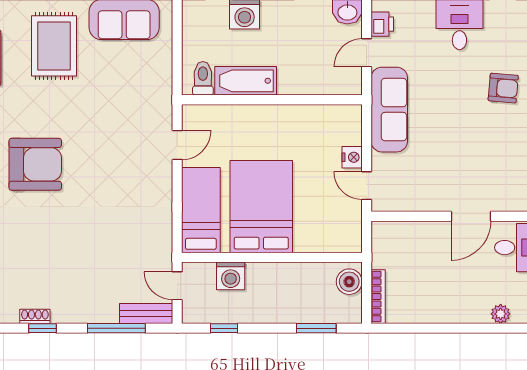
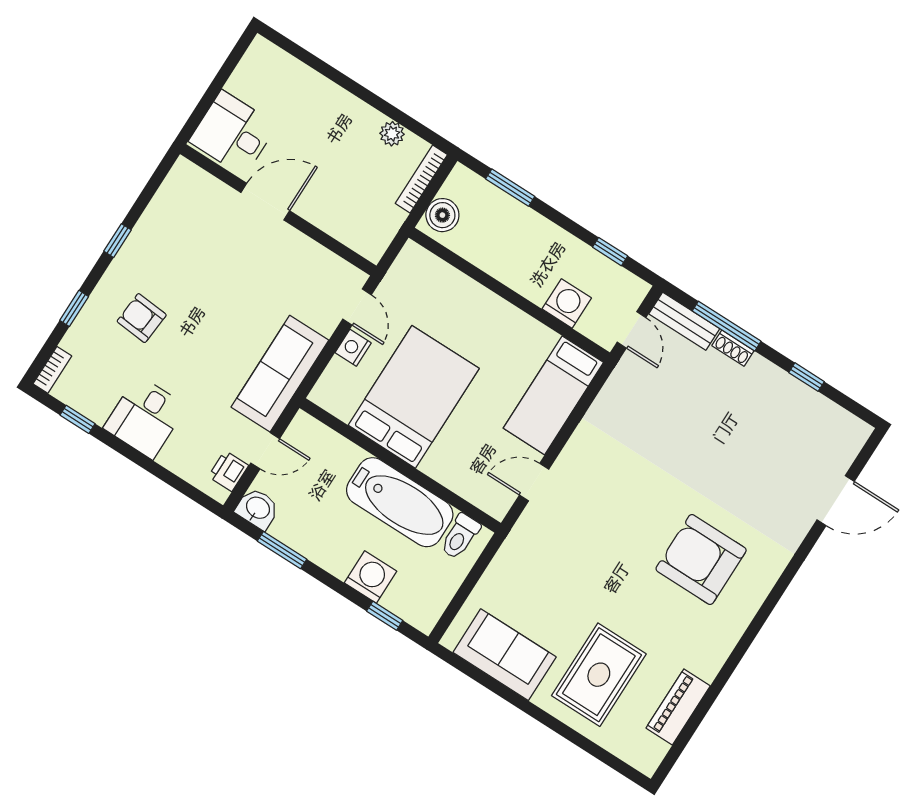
bathtub: (246, 81) -> (400, 502), width x1.36, depth x1.36
bed: (261, 207) -> (414, 397), moved, turned 180
plant: (501, 314) -> (392, 134), moved
shoe rack: (35, 316) -> (733, 348), moved

